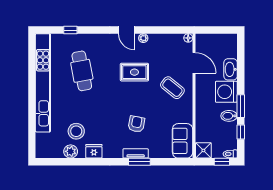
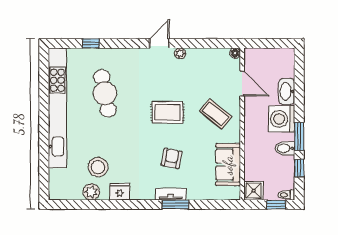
door: (126, 30) -> (159, 43), swing flipped
rug: (134, 72) -> (167, 112), moved
sofa: (183, 141) -> (228, 165), moved

